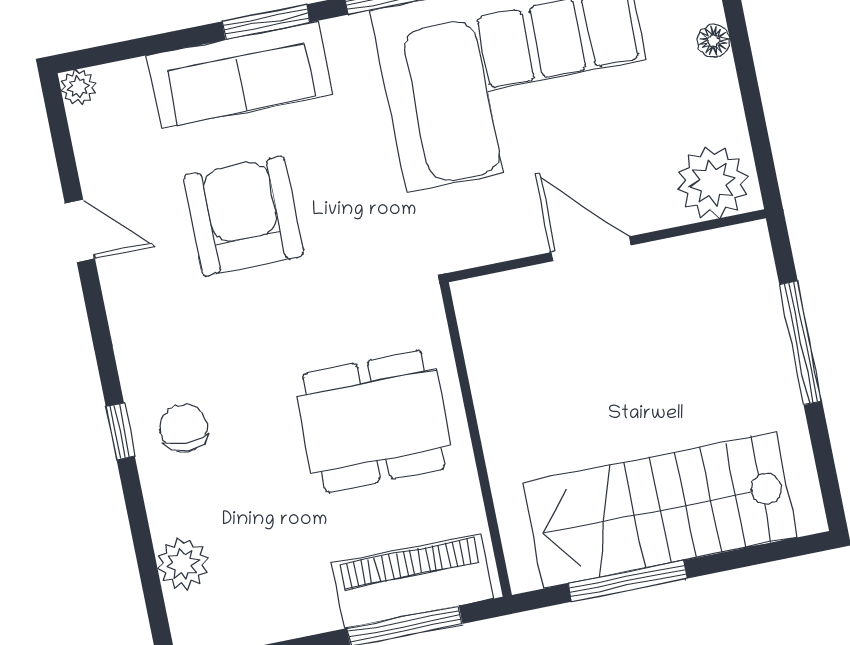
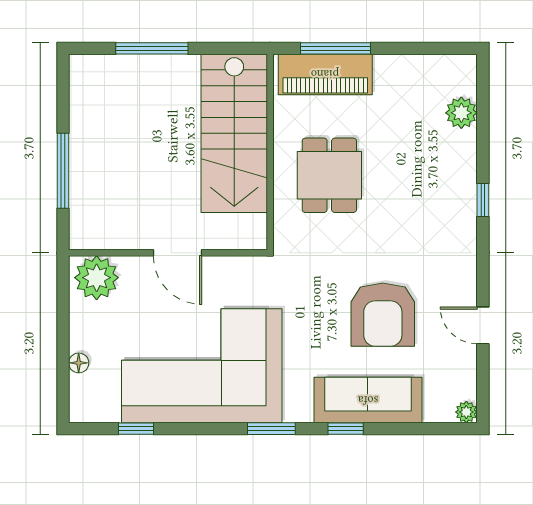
window: (266, 22) -> (346, 429), width x0.67
dining table: (374, 421) -> (329, 175), width x0.73
chair: (184, 428) -> (444, 194), removed
stairs: (660, 510) -> (234, 133), moved, turned 90
window: (628, 581) -> (152, 48), moved

